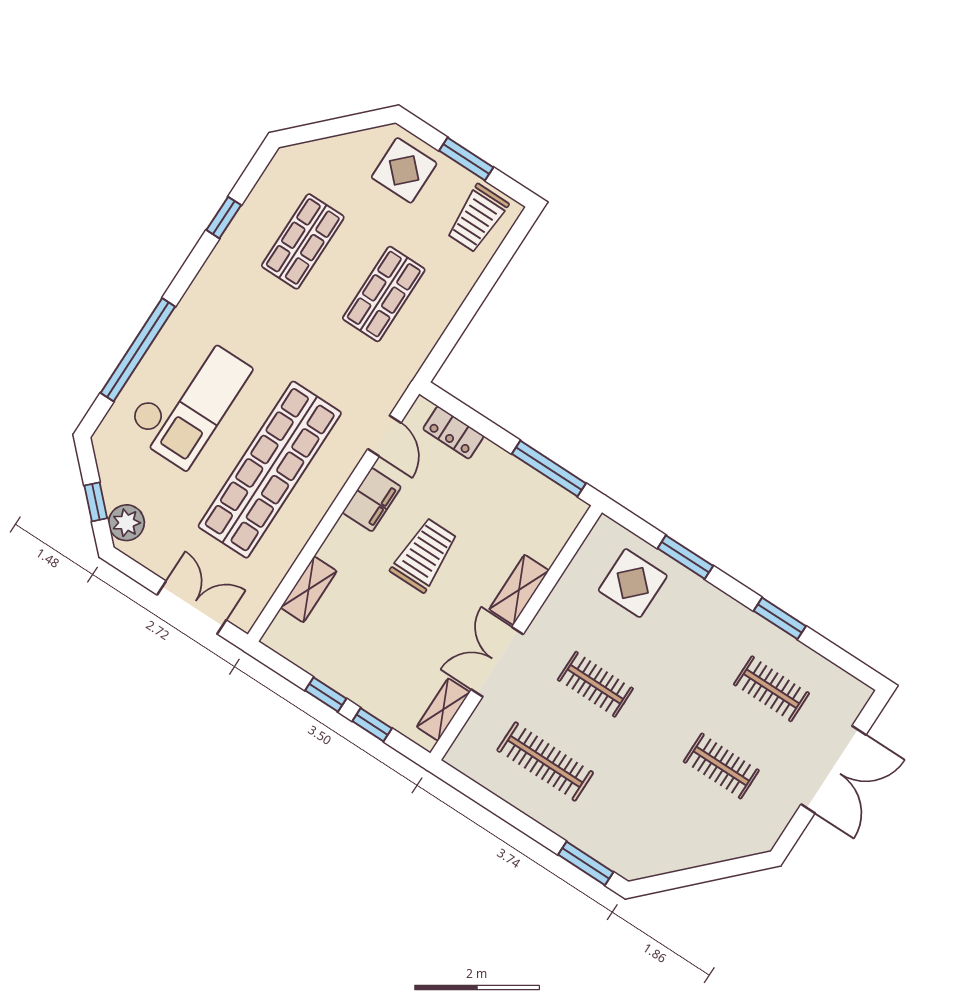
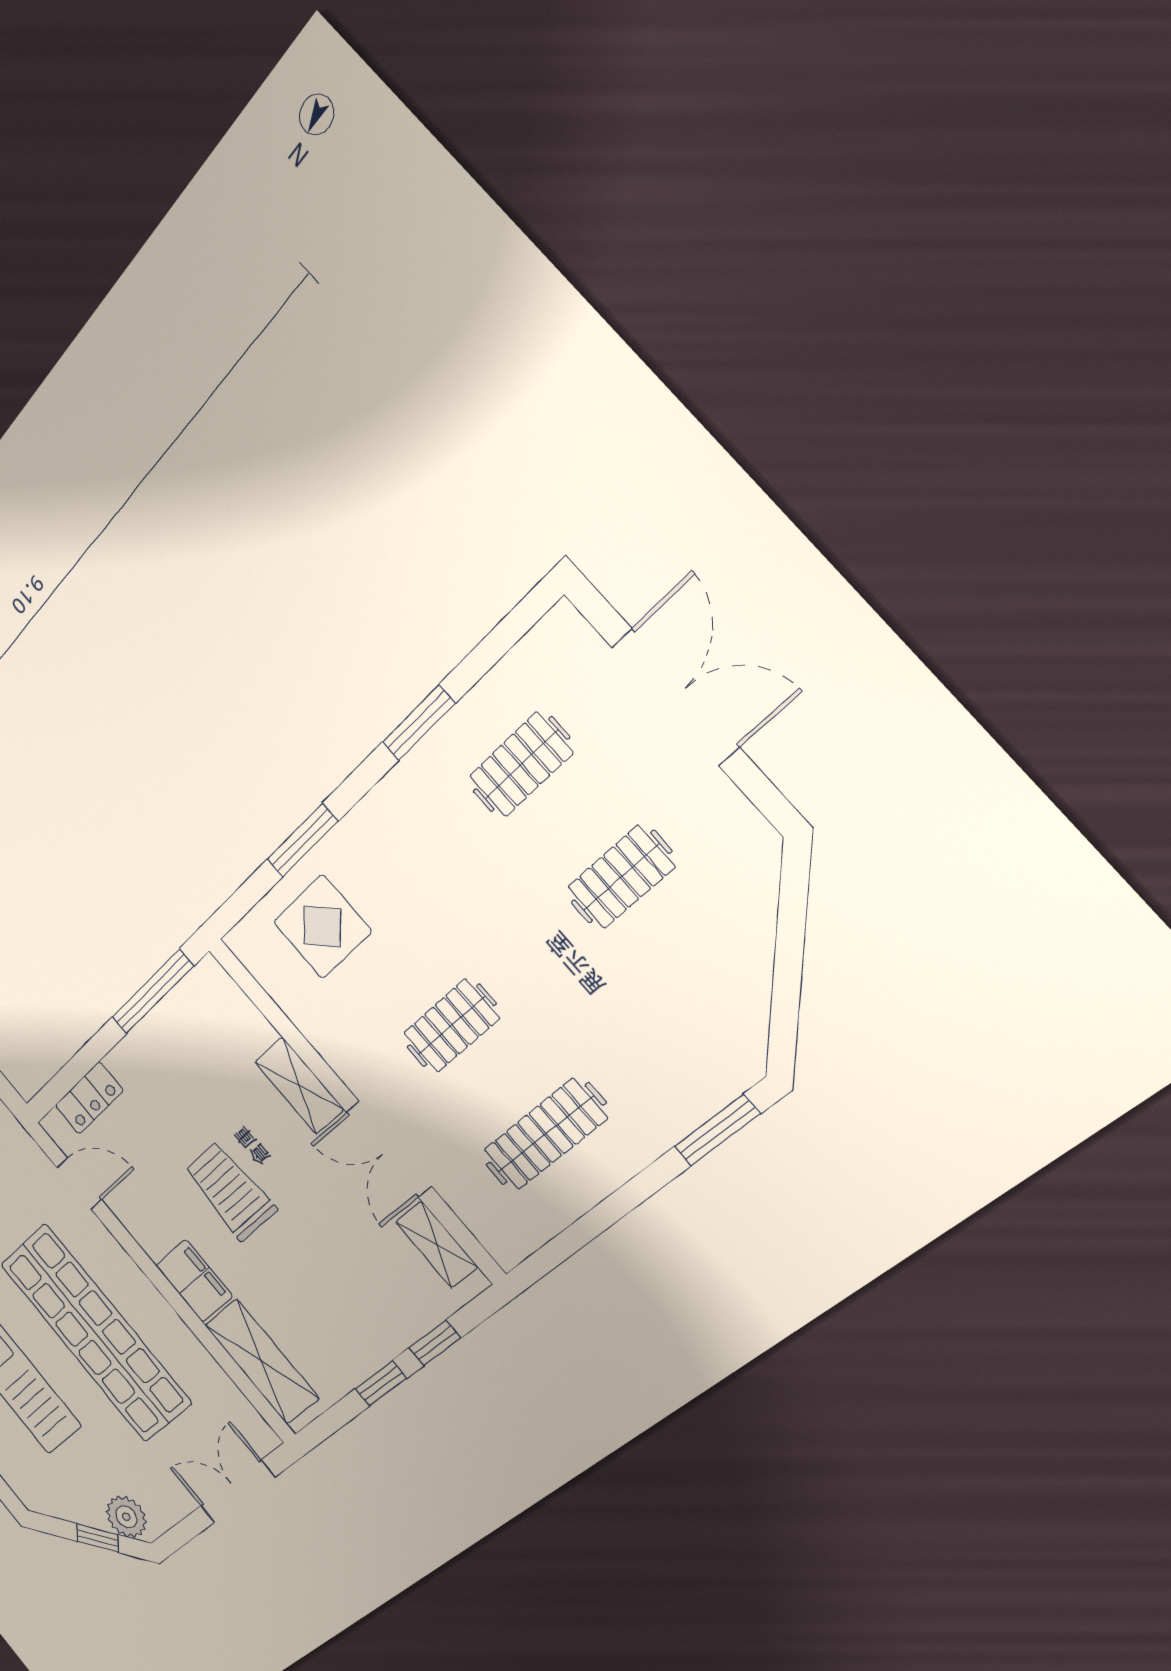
filing cabinet: (372, 500) -> (194, 1281), moved
shelving: (309, 589) -> (262, 1362), width x1.50, depth x1.33

